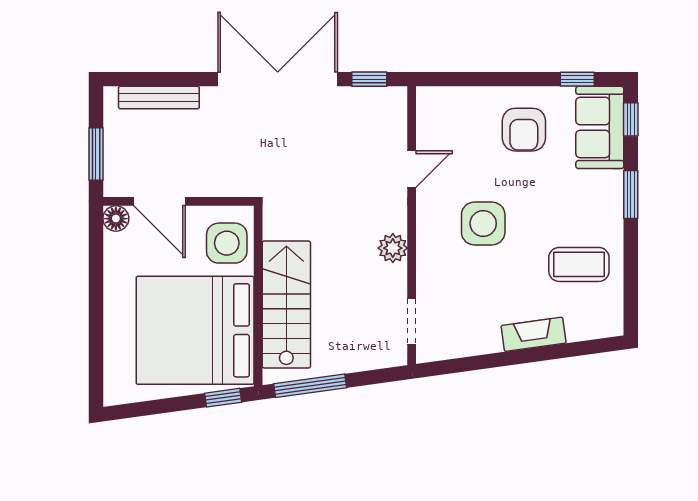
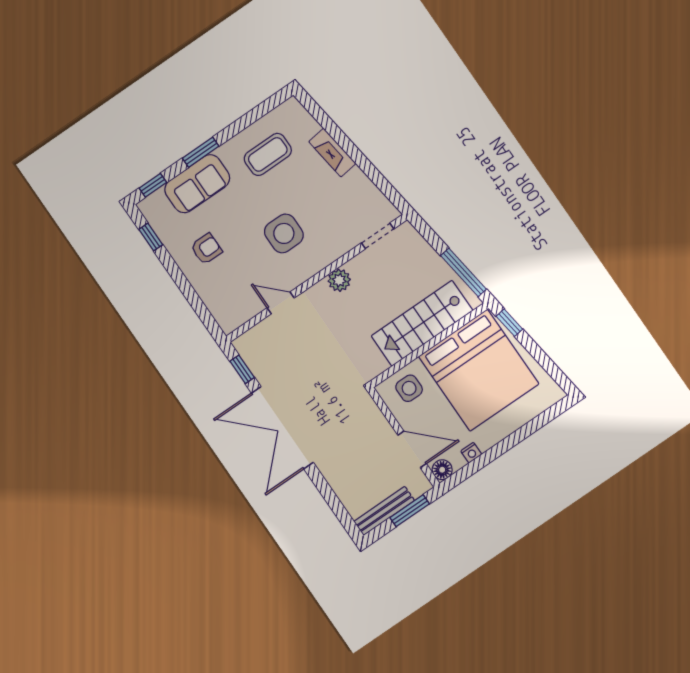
bench: (159, 98) -> (384, 511), moved, turned 90
sofa: (600, 127) -> (197, 184), moved
armchair: (524, 130) -> (206, 249), width x0.72, depth x0.72
door: (160, 201) -> (412, 449), hinge flipped
side table: (227, 243) -> (409, 388), width x0.73, depth x0.73
nightstand: (113, 262) -> (471, 453), added
coffee table: (579, 264) -> (268, 154), turned 90

